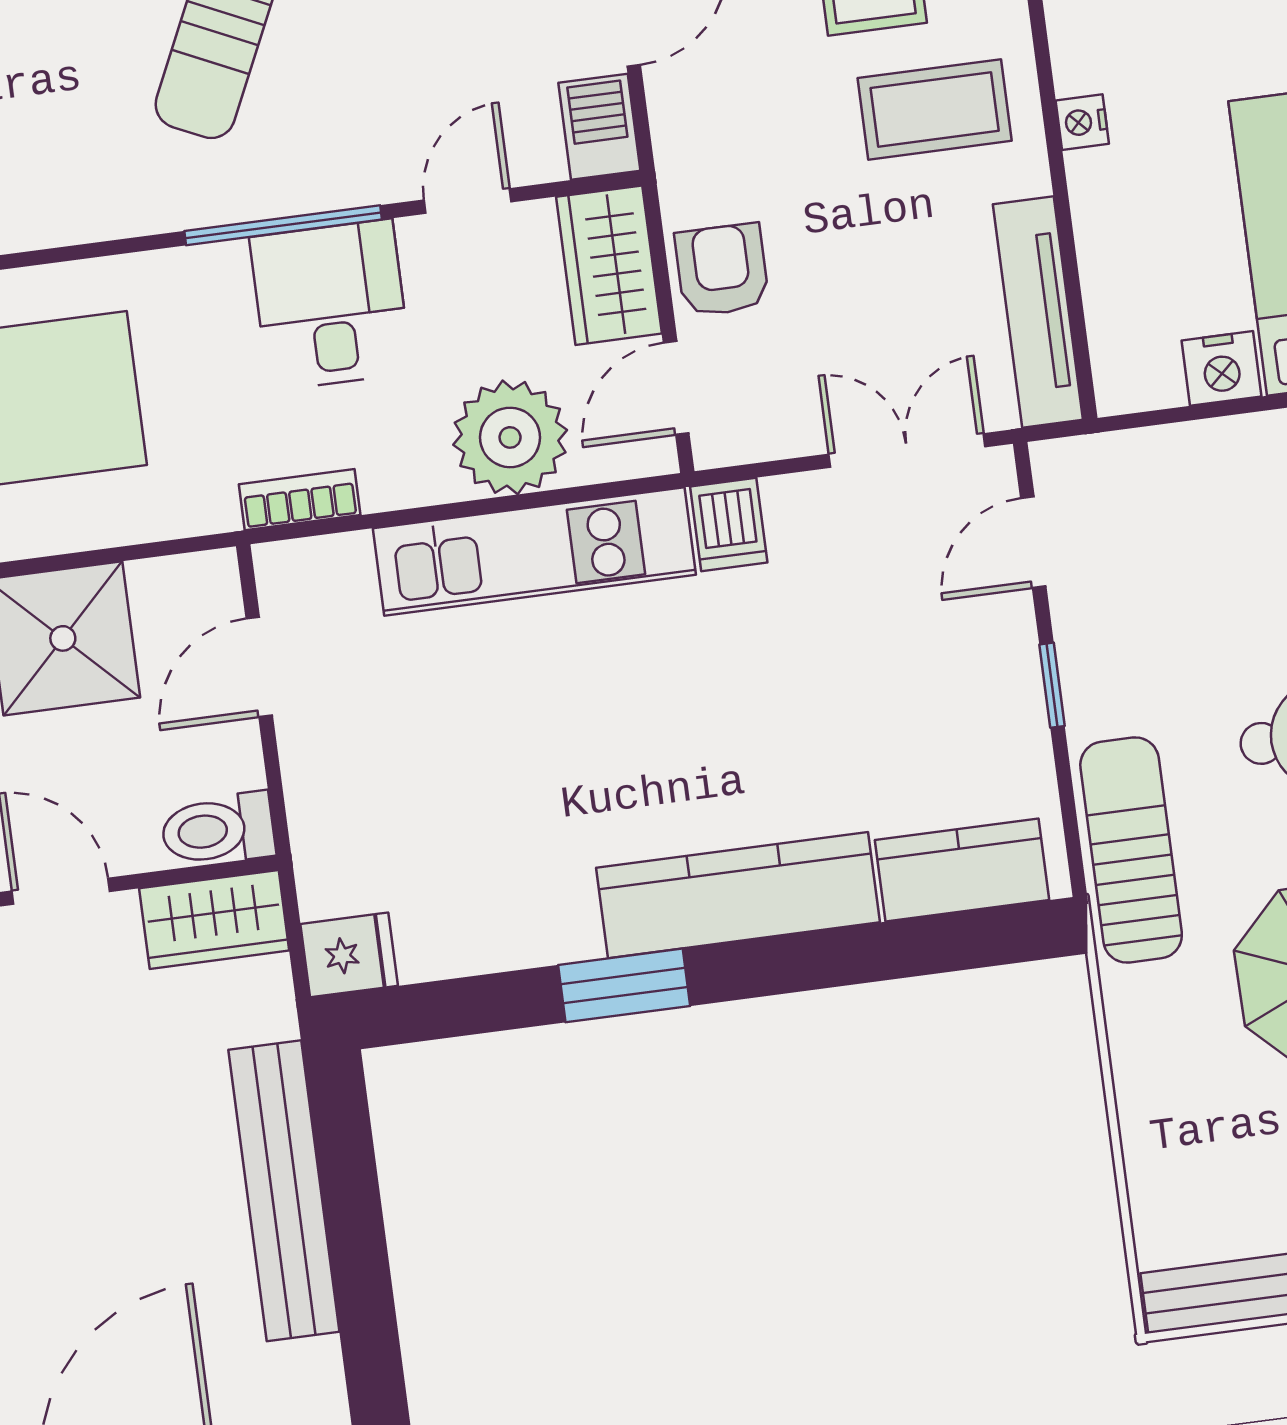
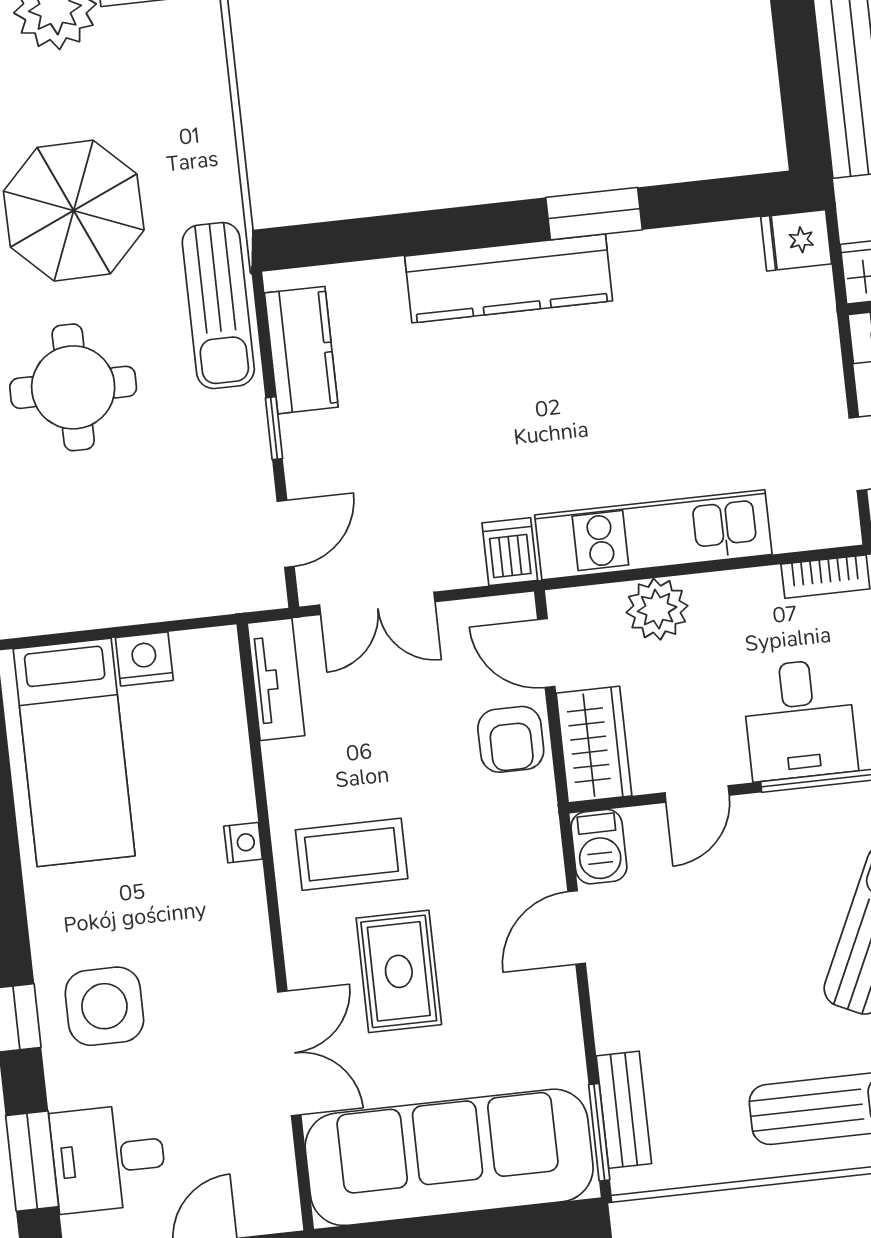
tv unit: (1038, 312) -> (276, 679), width x0.71
door: (676, 388) -> (546, 653), swing flipped
plant: (510, 437) -> (657, 609), width x0.73, depth x0.73
kitchen counter: (962, 870) -> (301, 350), moved, turned -90

